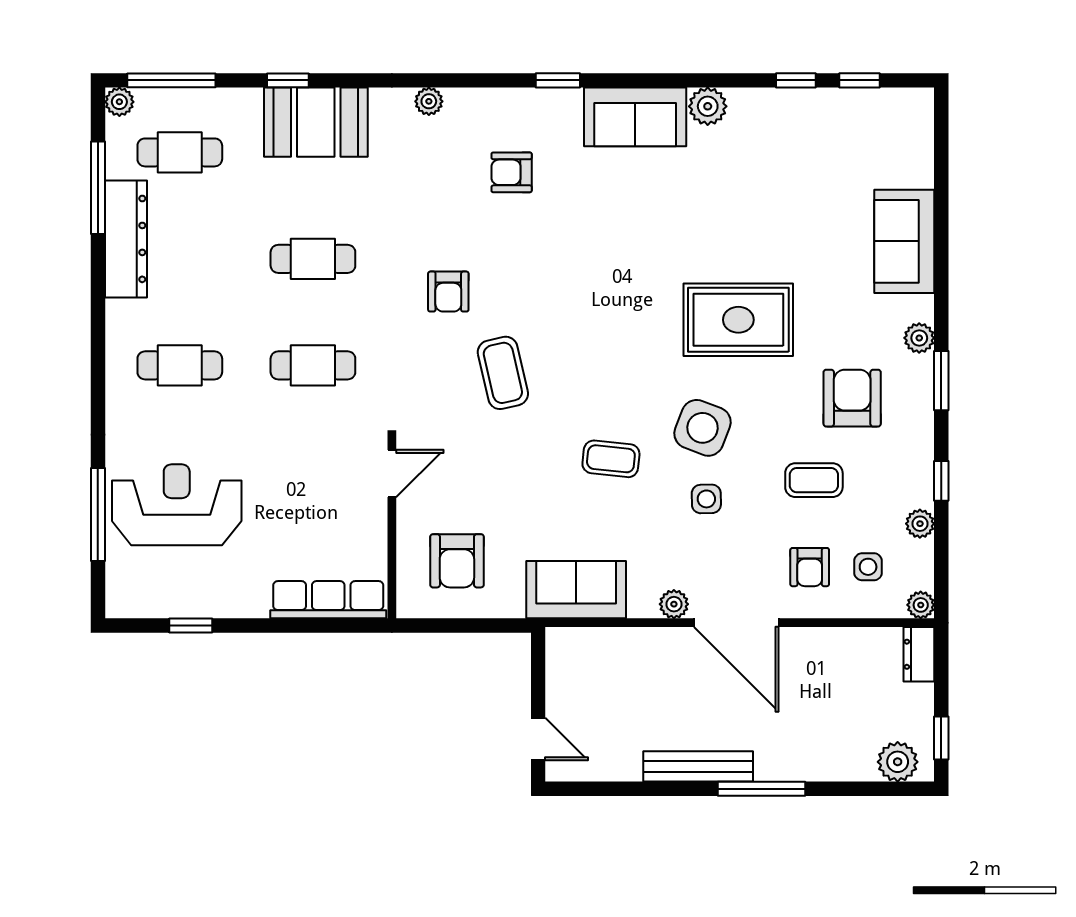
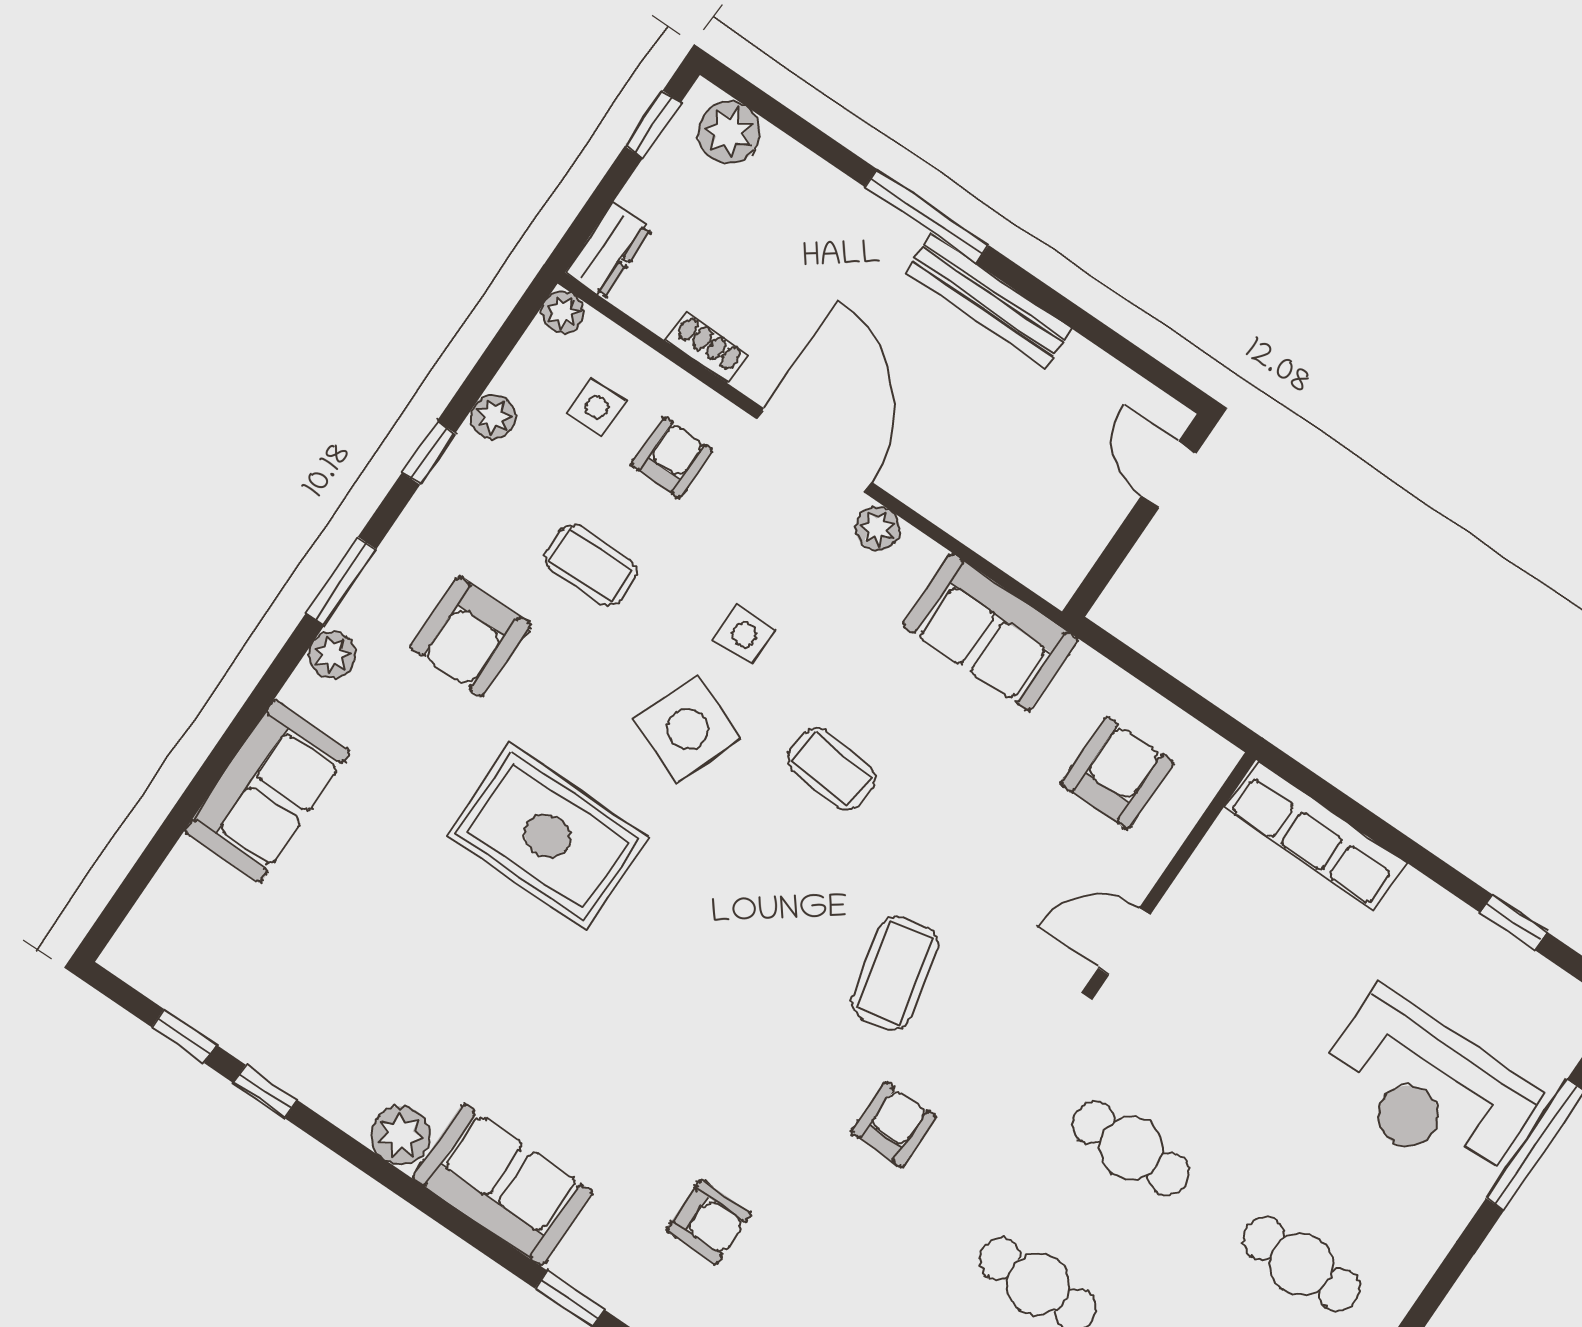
shoe rack: (831, 639) -> (707, 347), added

